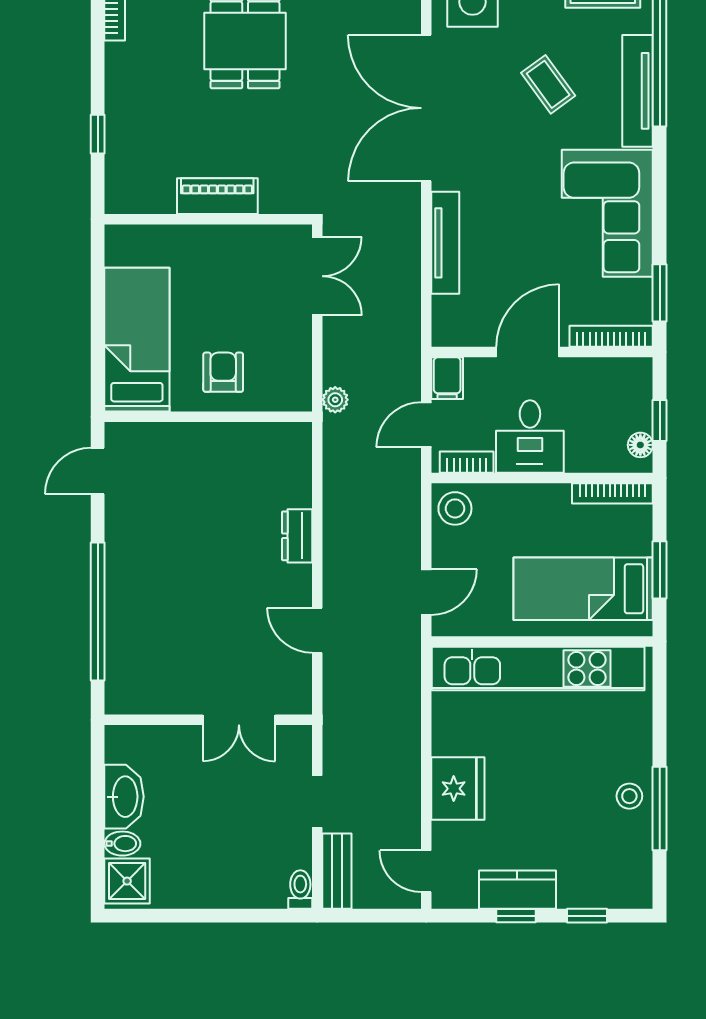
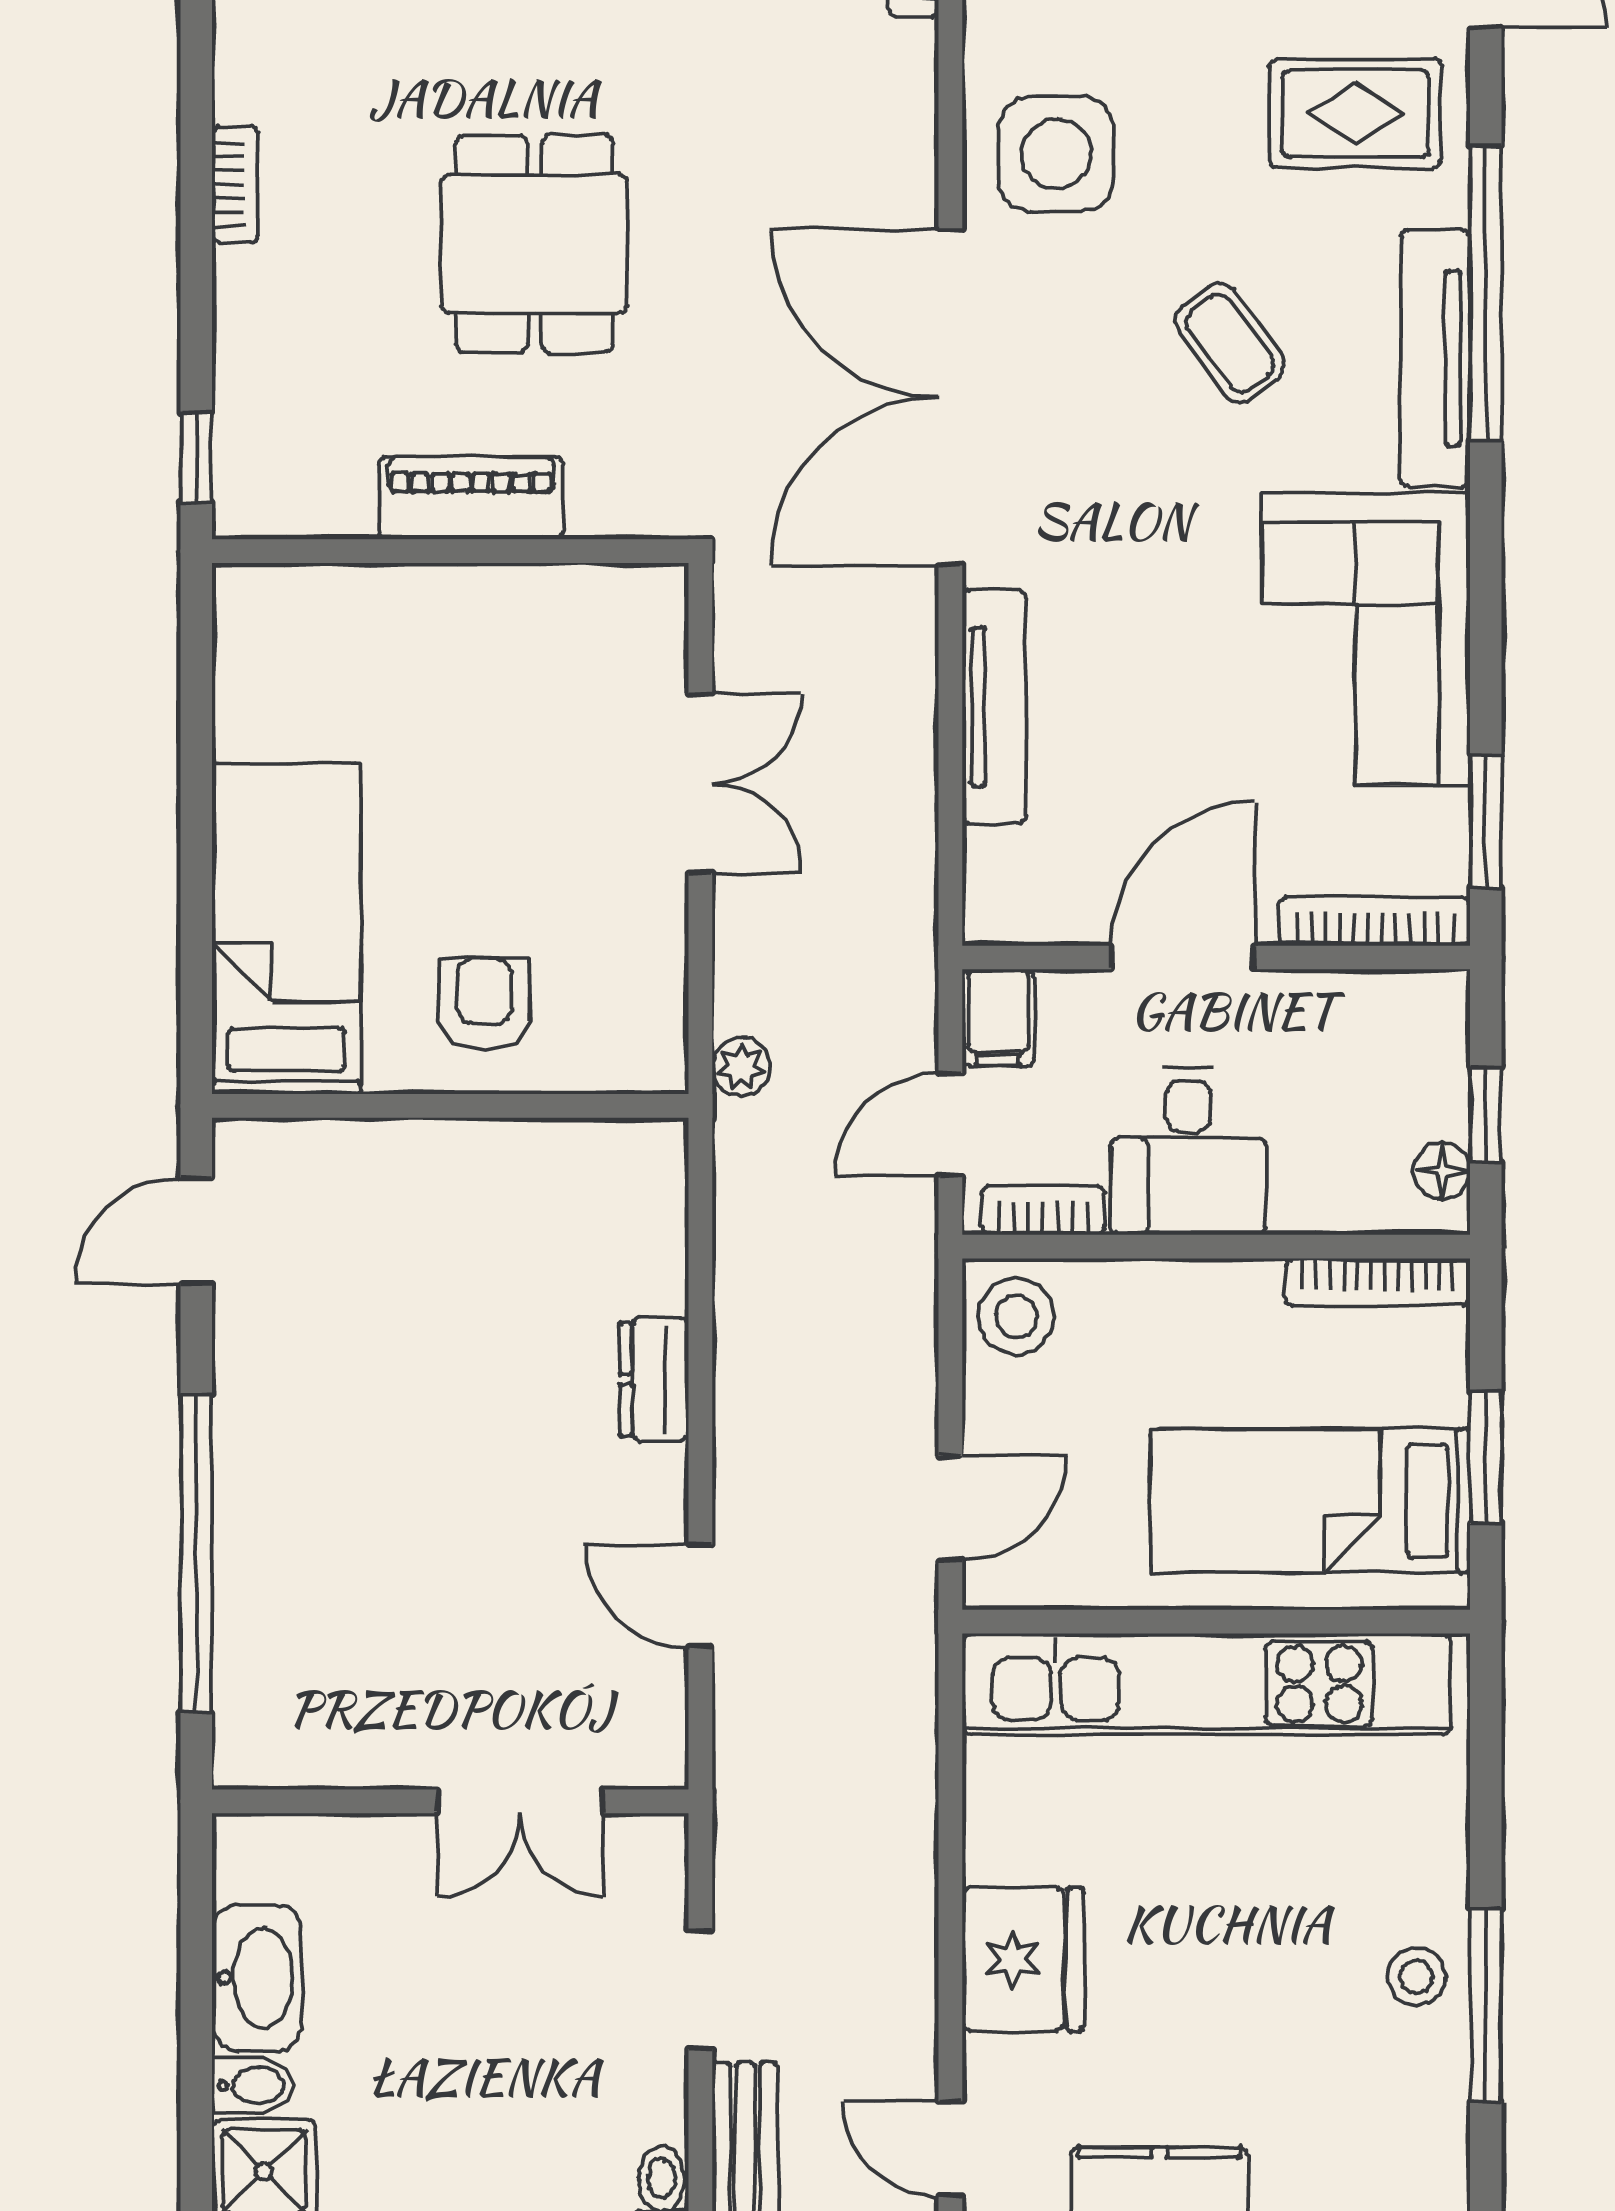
piano: (217, 196) -> (471, 498), moved
wall: (208, 219) -> (450, 551), moved

